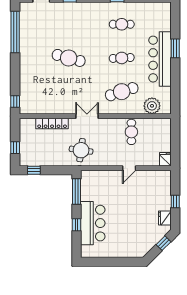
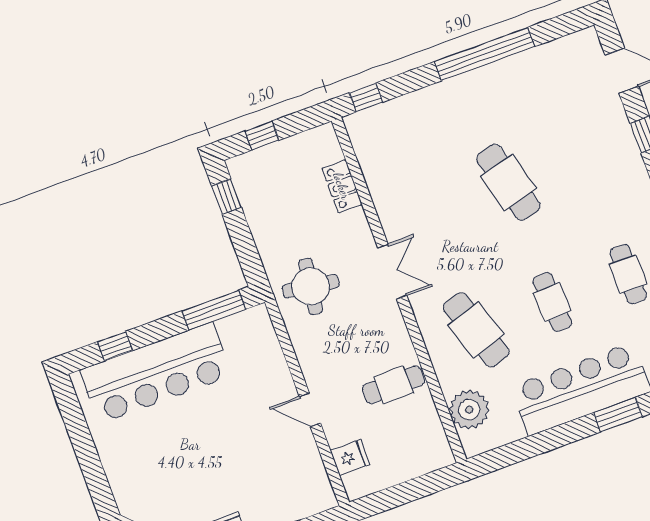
window: (15, 32) -> (485, 54), moved
cafe table: (69, 58) -> (508, 182), turned -30
locker: (52, 124) -> (342, 186), width x0.66
fridge: (165, 159) -> (350, 457), moved
bar counter: (93, 223) -> (156, 373), width x1.36
window: (76, 225) -> (115, 346), moved

